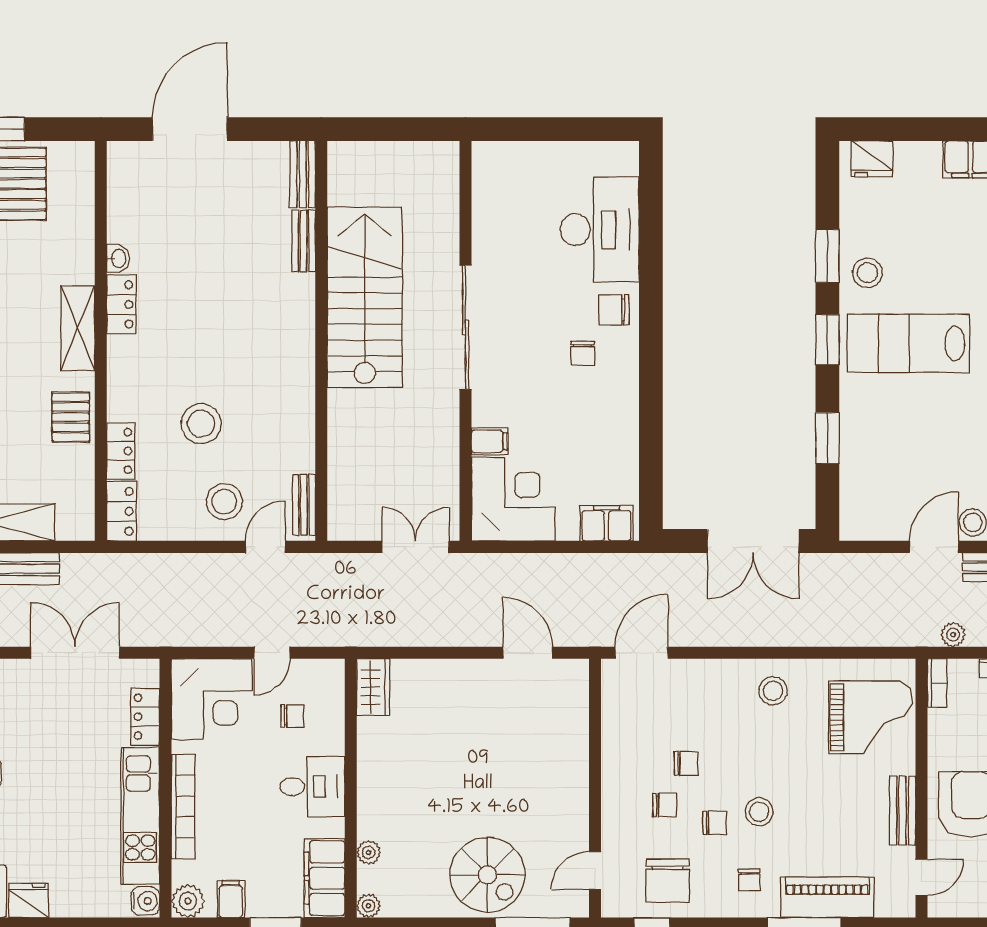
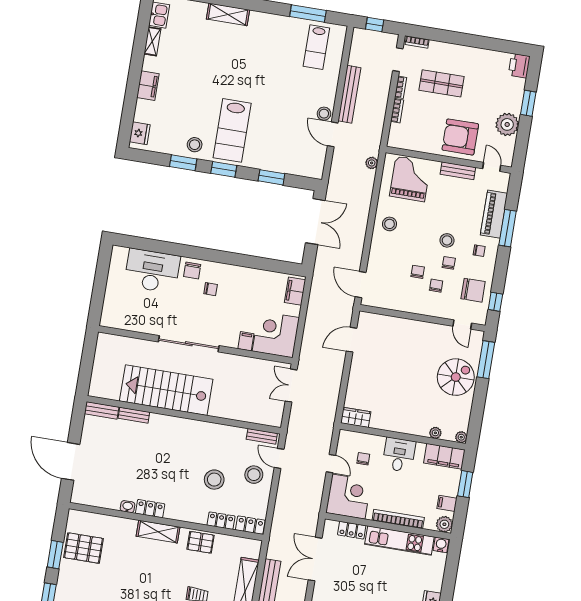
plant: (953, 635) -> (372, 163), moved
bookcase: (937, 683) -> (399, 144), removed

